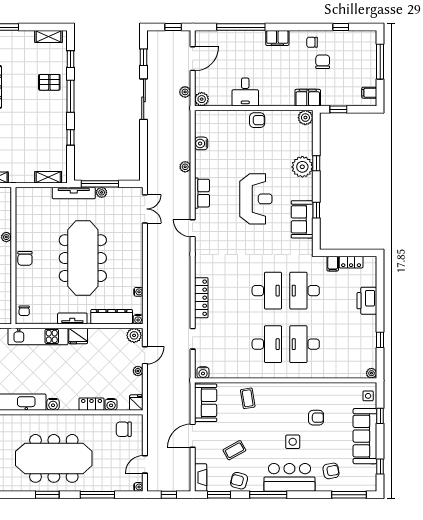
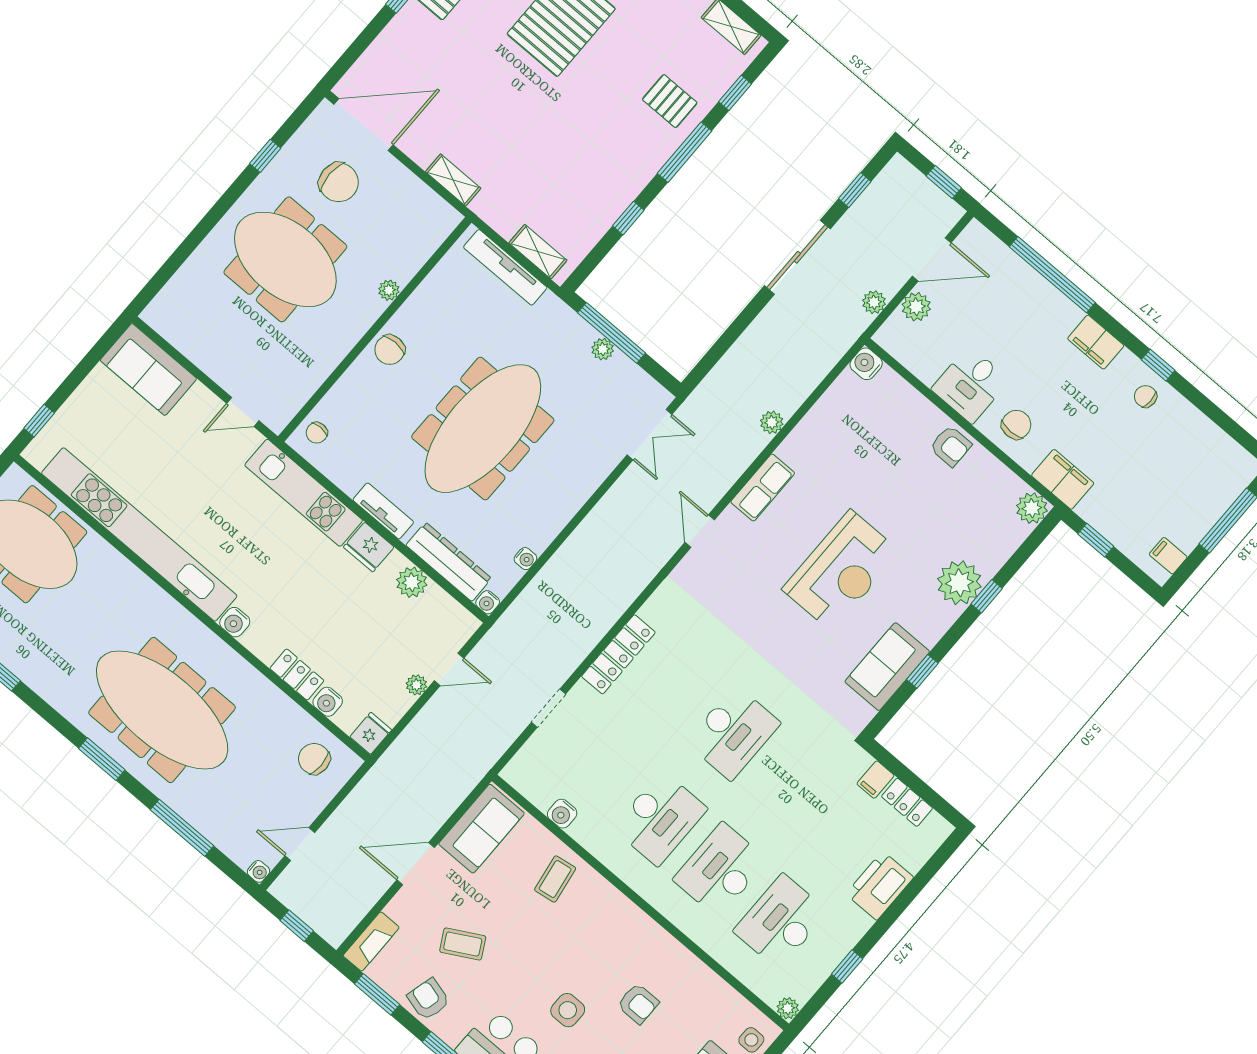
window: (341, 27) -> (1158, 365), moved
chair: (323, 62) -> (1016, 425), moved
plant: (202, 99) -> (916, 307), moved
water cooler: (201, 143) -> (866, 364), moved
tv unit: (74, 193) -> (505, 267), moved
desk: (305, 291) -> (781, 921), moved
plant: (134, 335) -> (412, 582), moved
water cooler: (203, 373) -> (562, 814), moved

